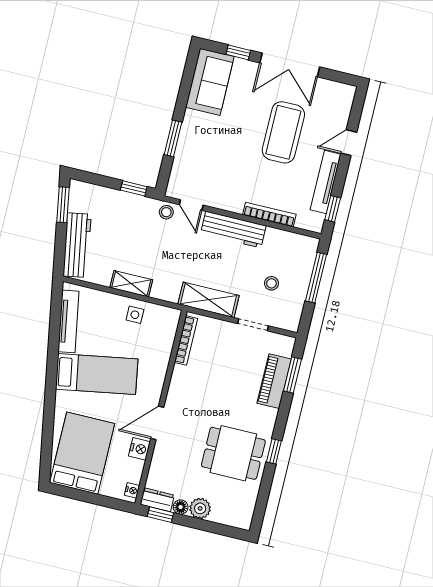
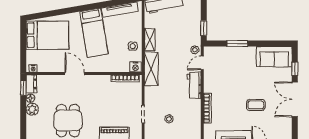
coffee table: (283, 132) -> (256, 105), width x0.54, depth x0.58
workbench: (233, 230) -> (194, 85), width x0.73
shelving: (209, 300) -> (151, 69), moved
nightstand: (139, 449) -> (135, 67), moved

